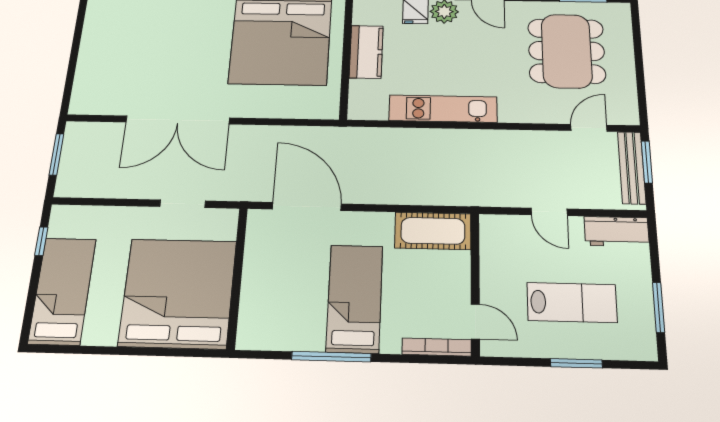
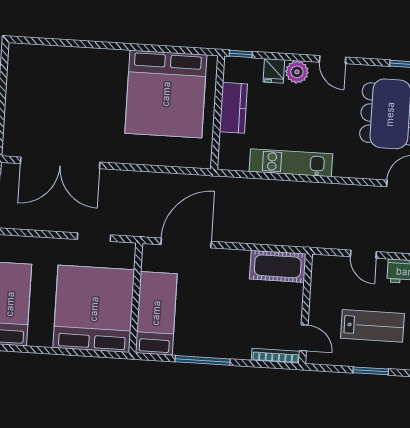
double door: (178, 120) -> (60, 163), moved
door: (307, 207) -> (186, 243), hinge flipped
bed: (355, 298) -> (156, 313), moved

